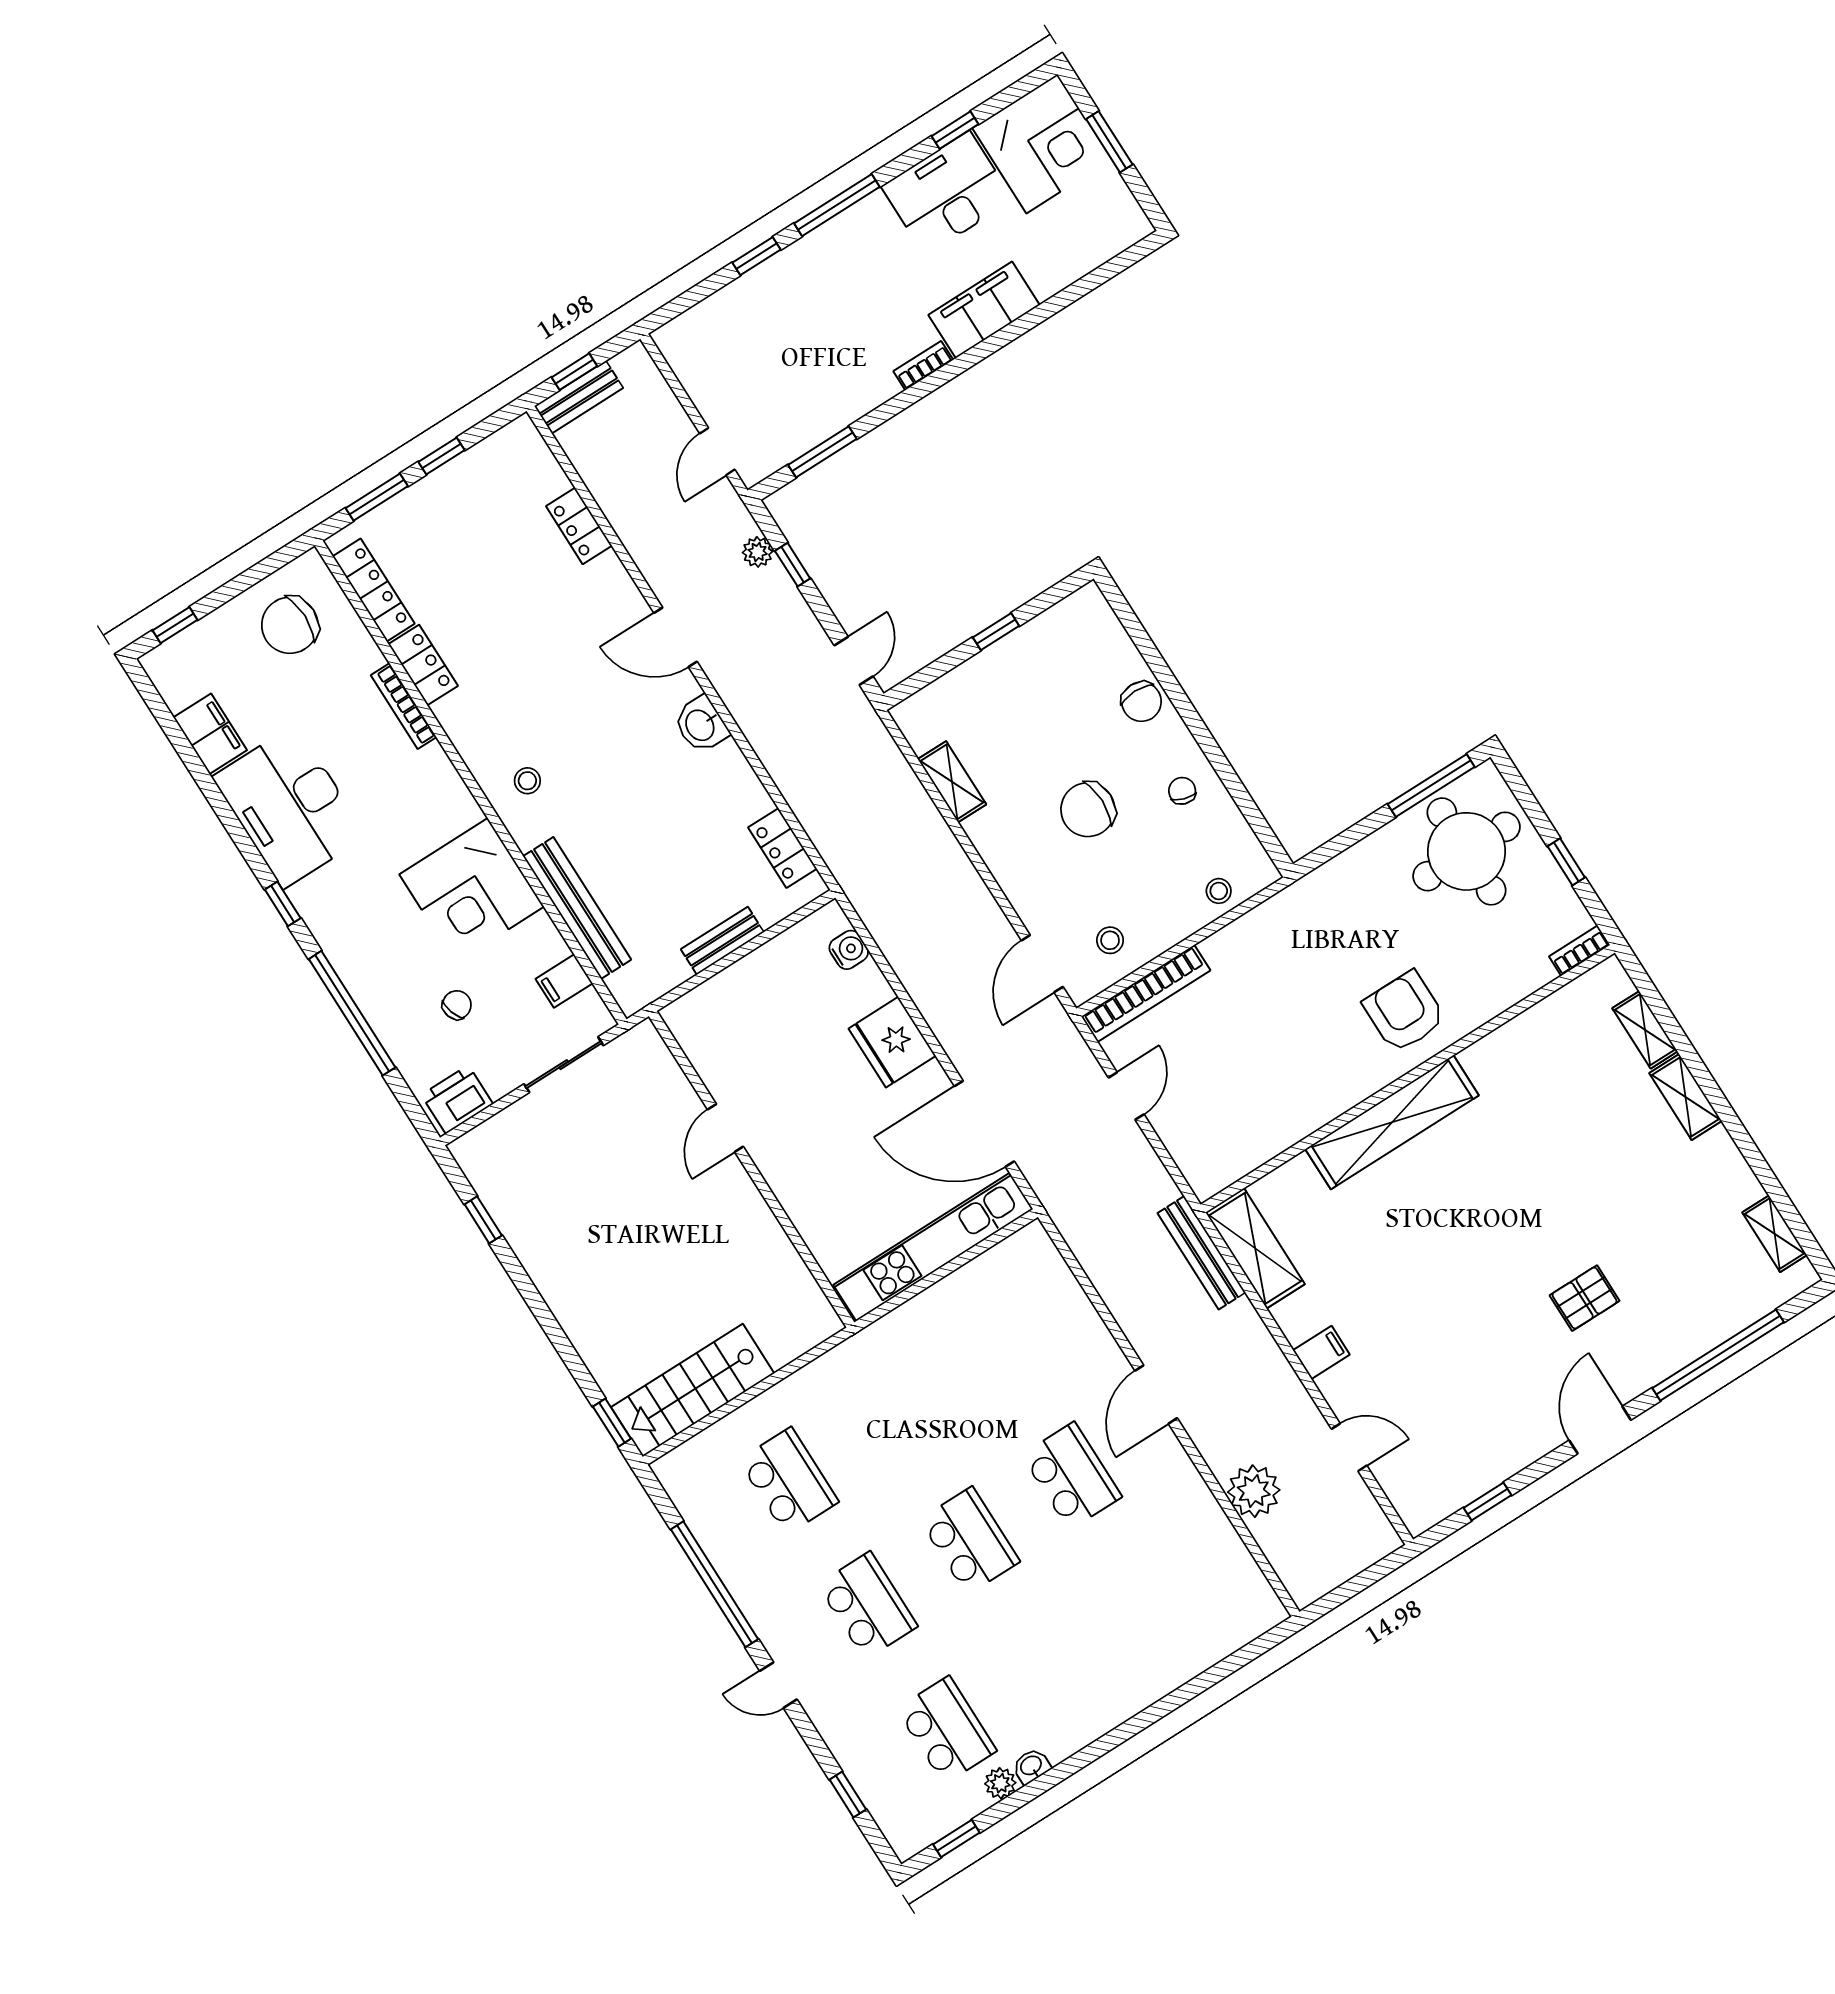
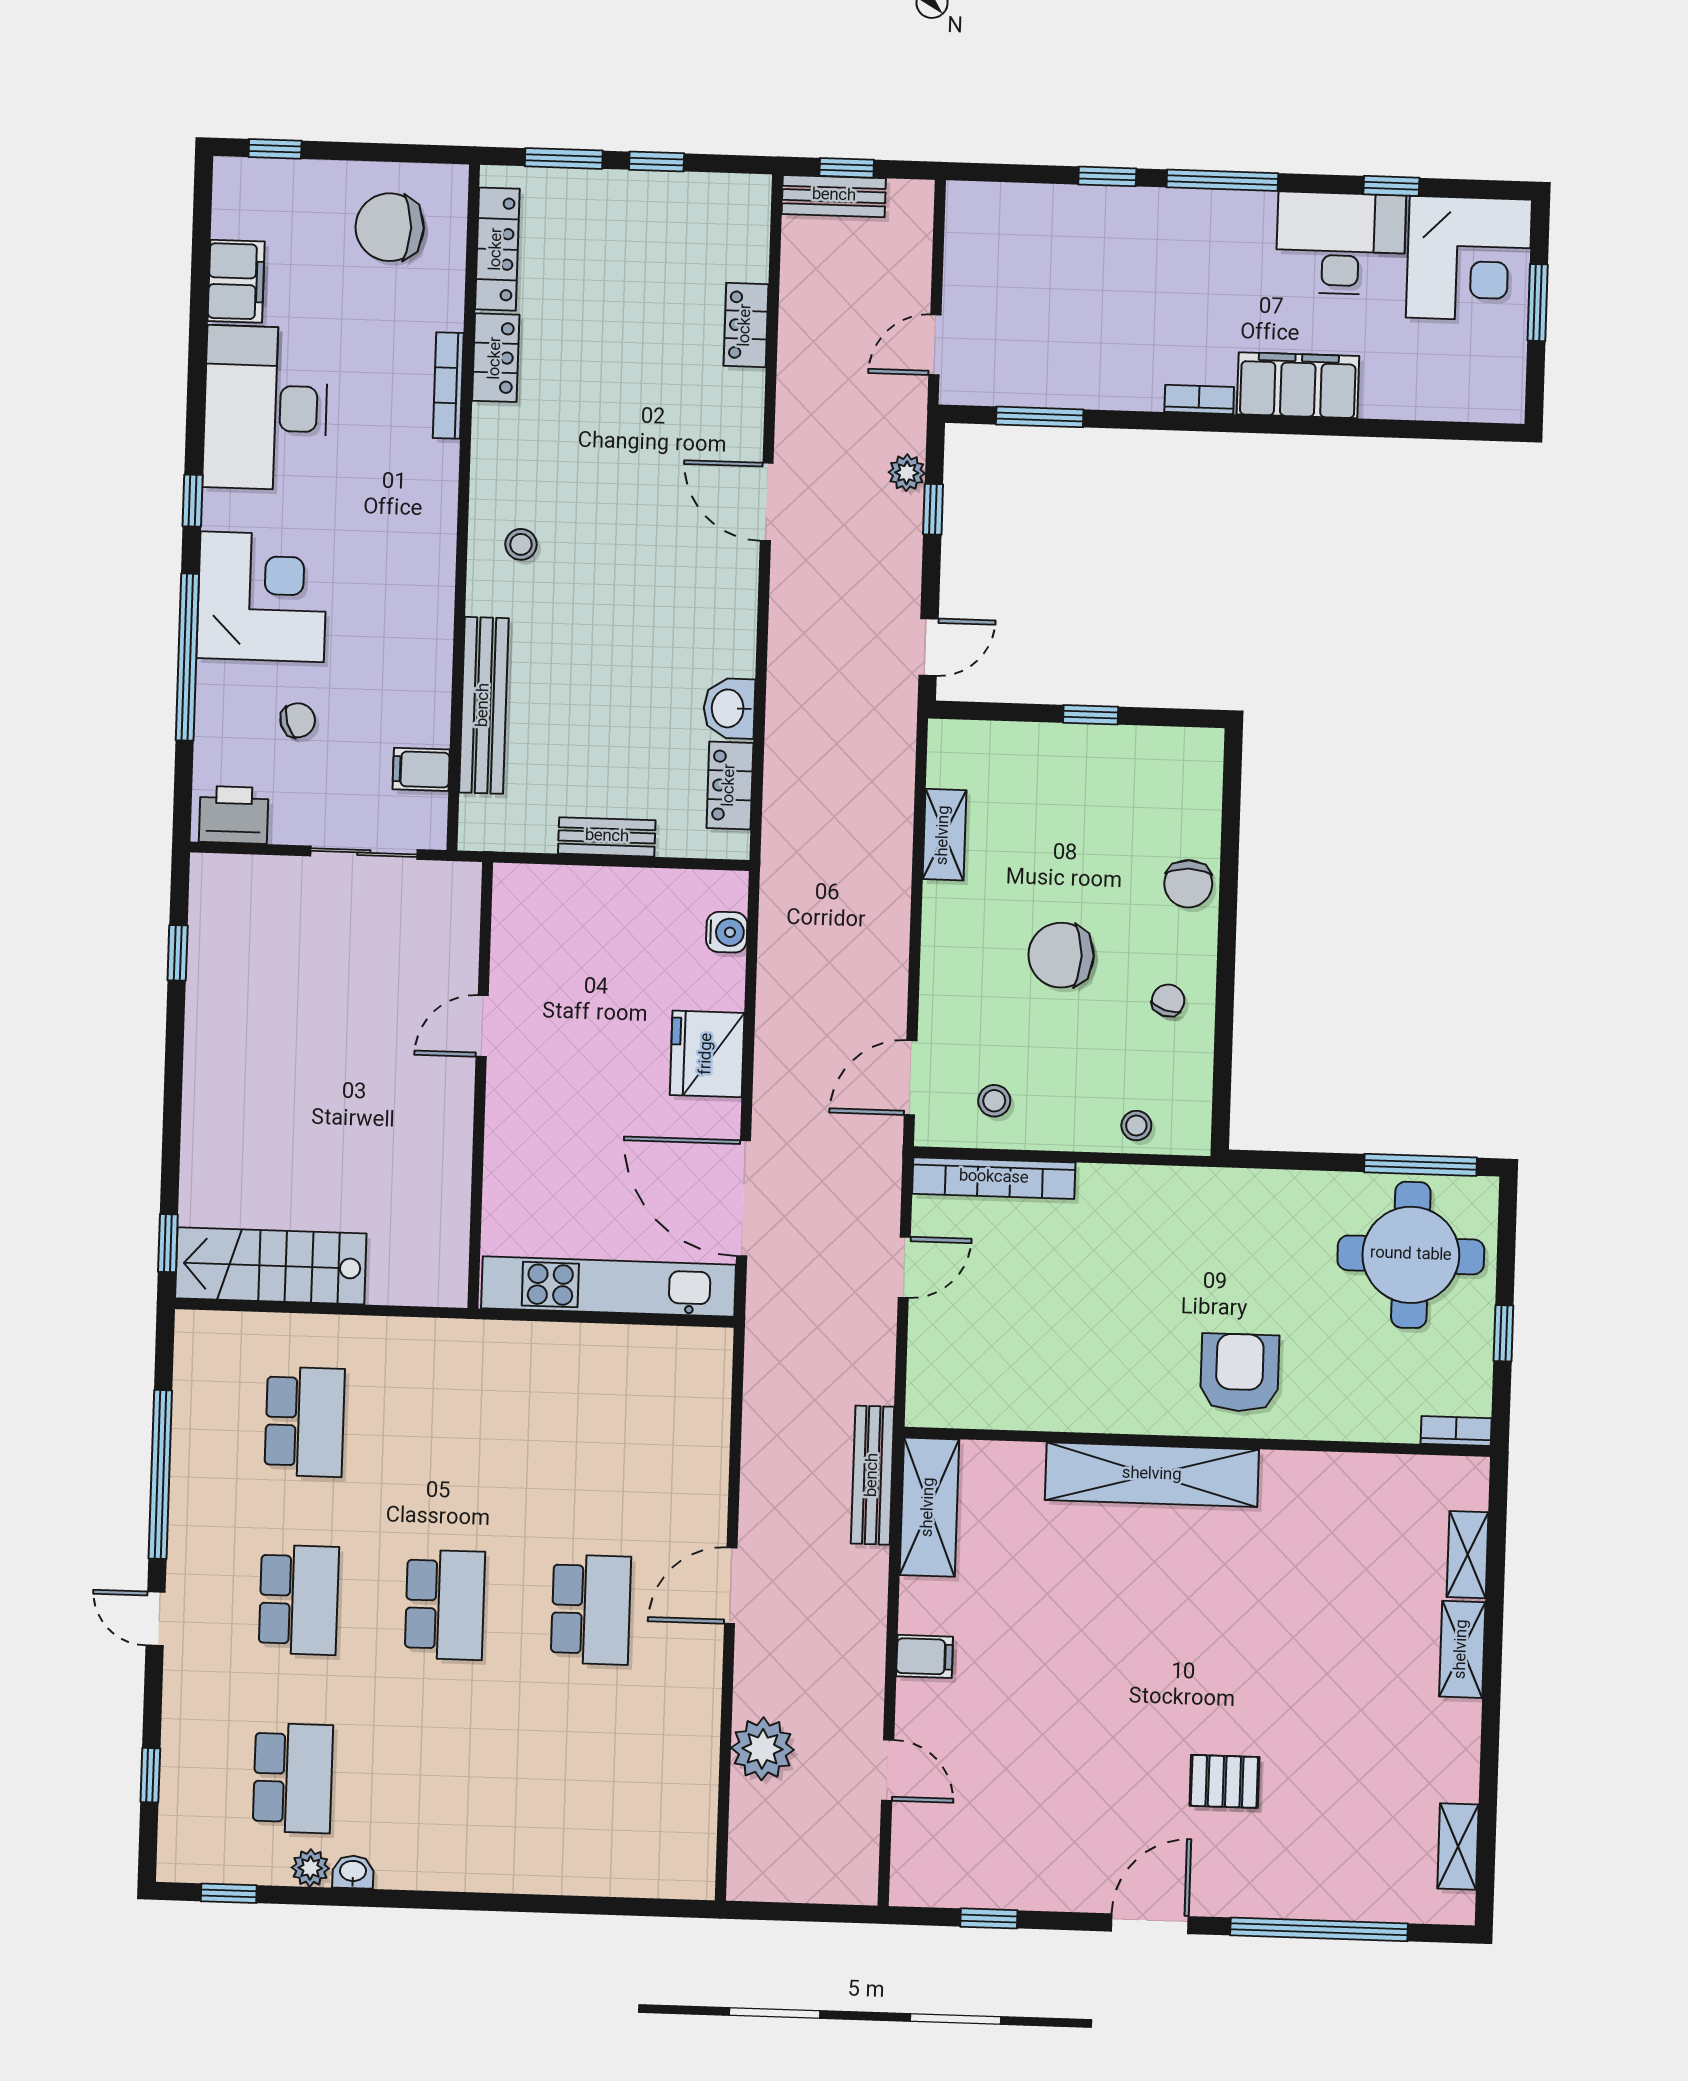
washbasin: (701, 725) -> (729, 708), moved
corner desk: (472, 891) -> (262, 597), moved, turned 180

